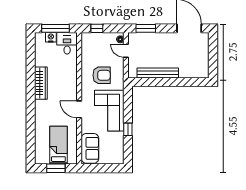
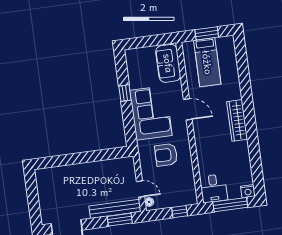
nightstand: (51, 37) -> (248, 191), moved
bench: (158, 73) -> (115, 209), moved
wardrobe: (41, 83) -> (237, 120), moved

